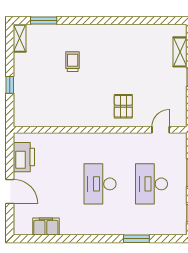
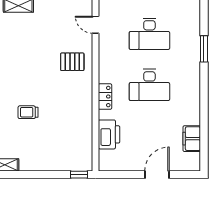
window: (10, 85) -> (79, 175), moved
locker: (88, 139) -> (105, 97), added
printer: (24, 157) -> (109, 134), moved, turned 90

